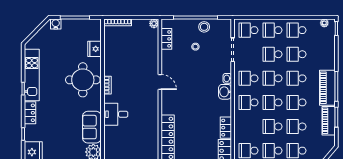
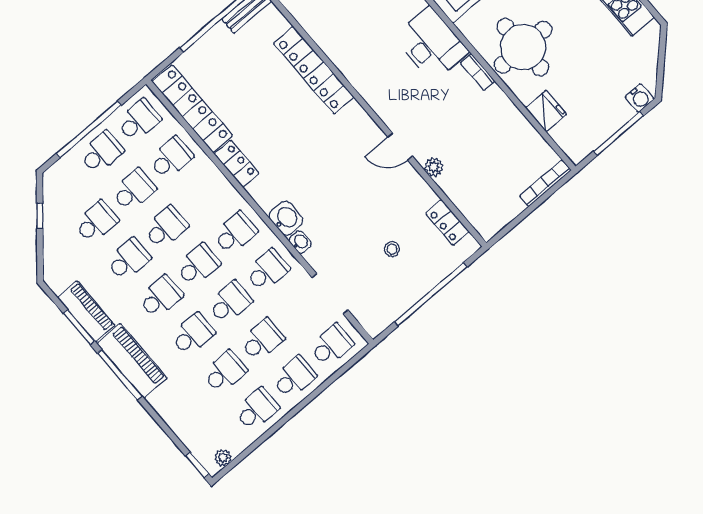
plant: (154, 23) -> (434, 167), moved
stool: (204, 27) -> (405, 291), removed
desk: (116, 114) -> (431, 44), width x1.37

